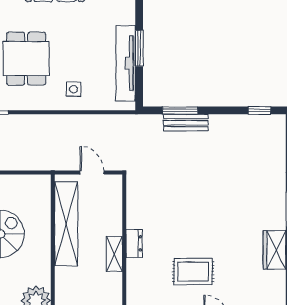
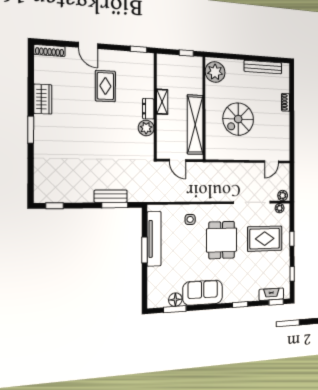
plant: (137, 217) -> (146, 128), added
rug: (193, 272) -> (105, 86), turned 90

